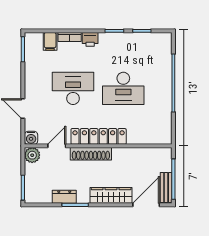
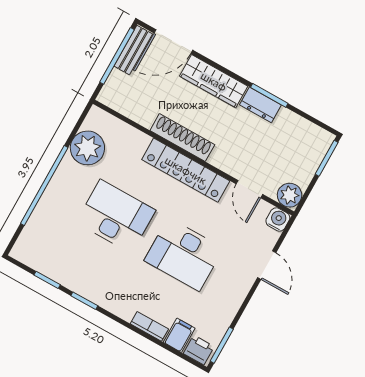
printer: (90, 39) -> (199, 350), moved
plant: (161, 118) -> (87, 148), added
door: (57, 146) -> (249, 189), hinge flipped
shoe rack: (91, 154) -> (182, 138), moved
dresser: (64, 197) -> (260, 105), moved

